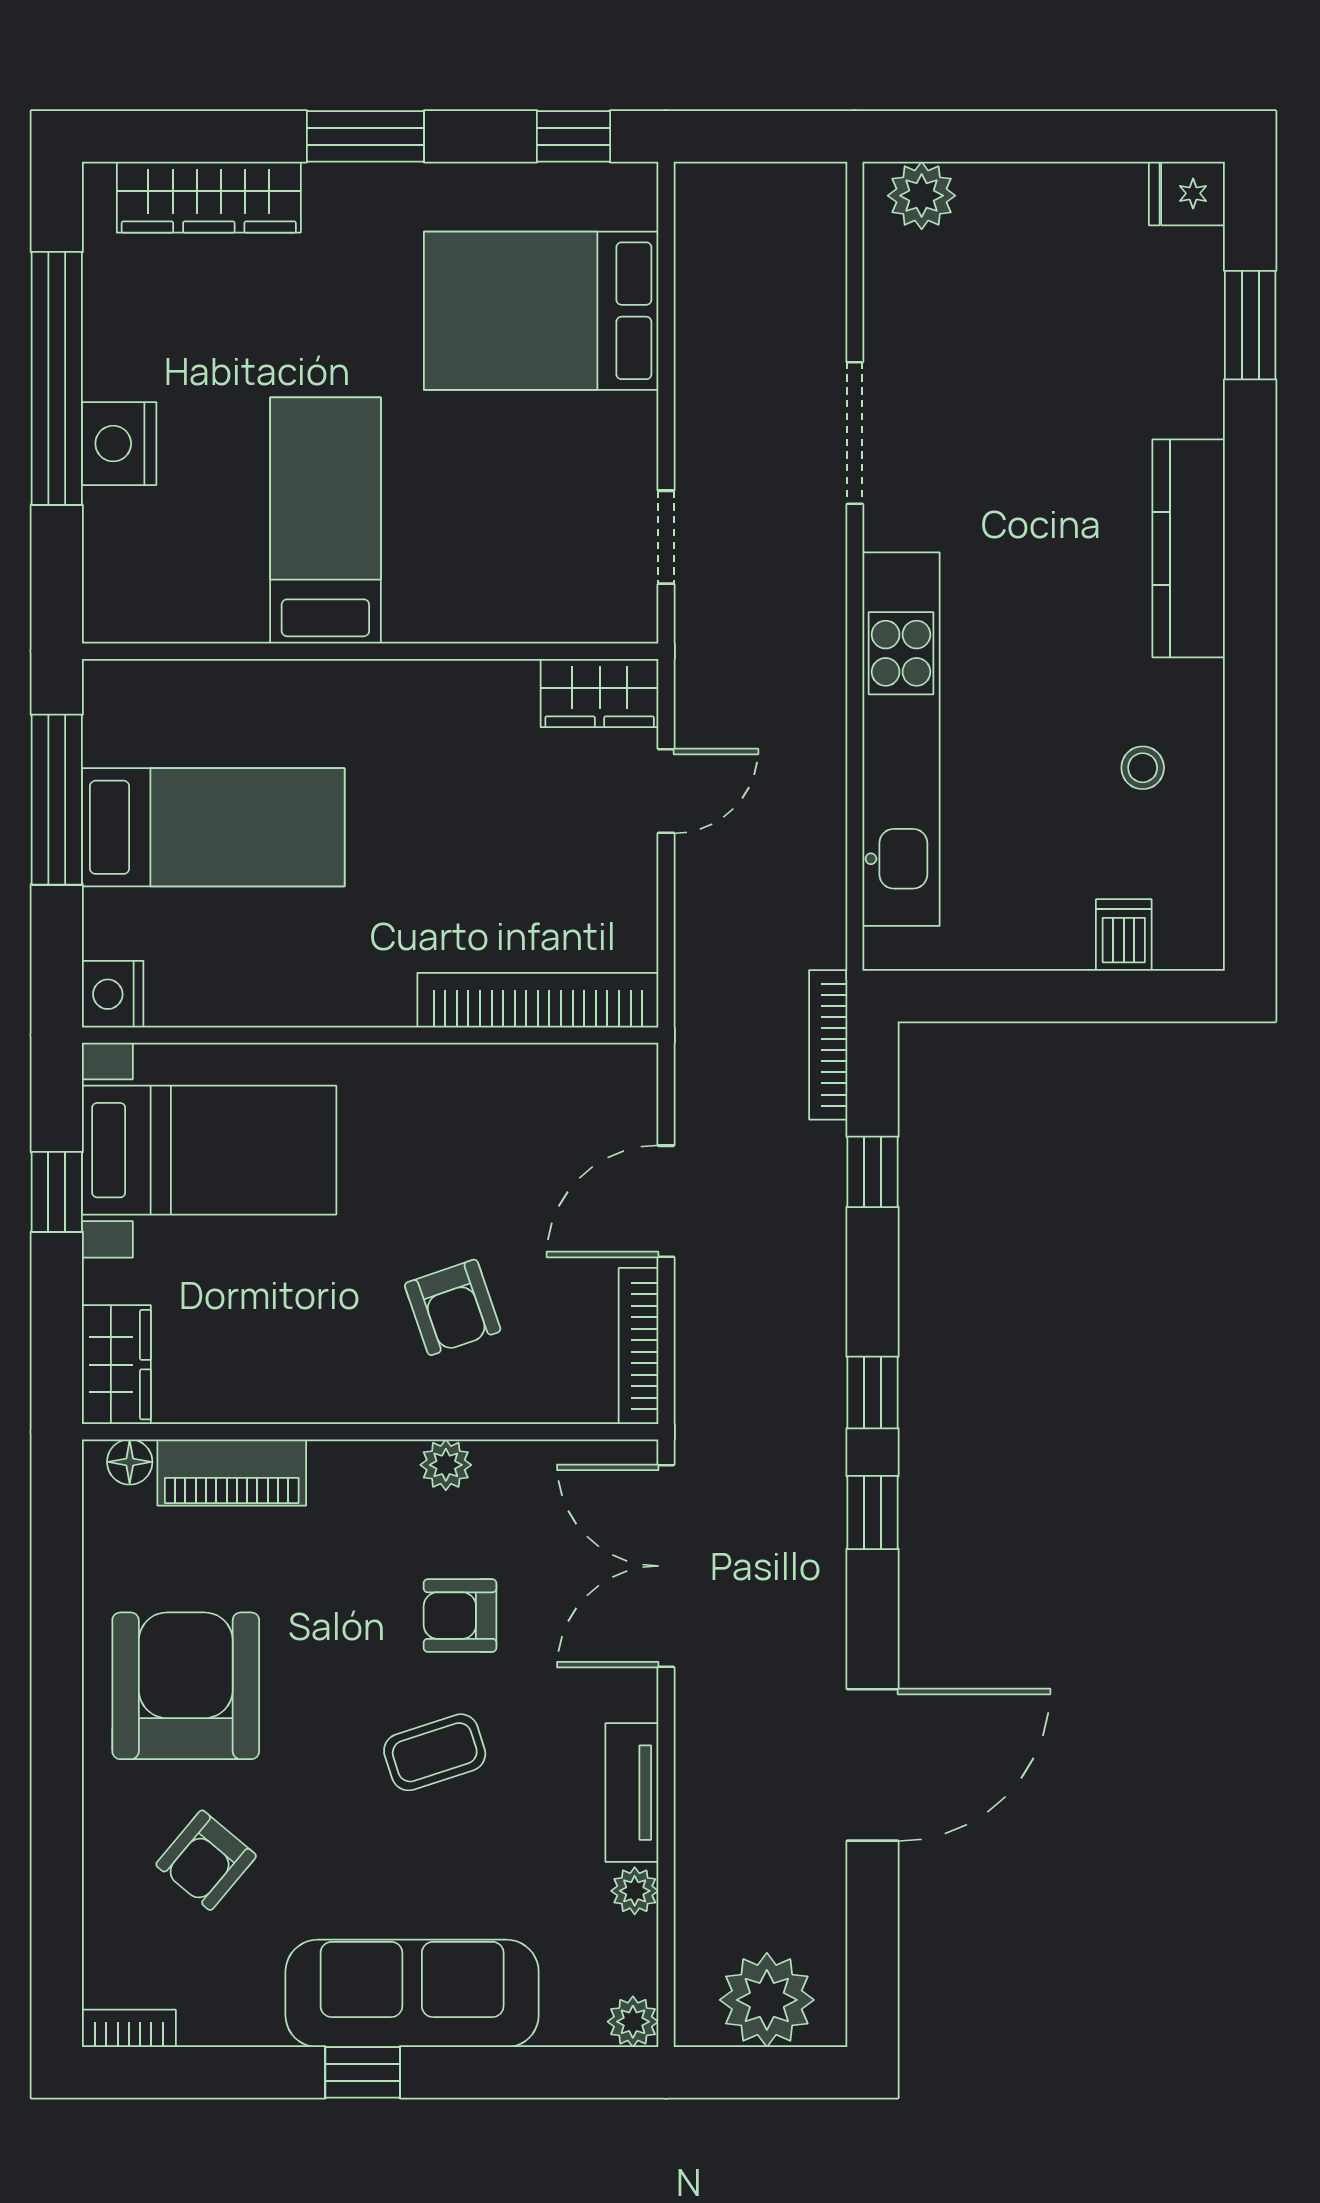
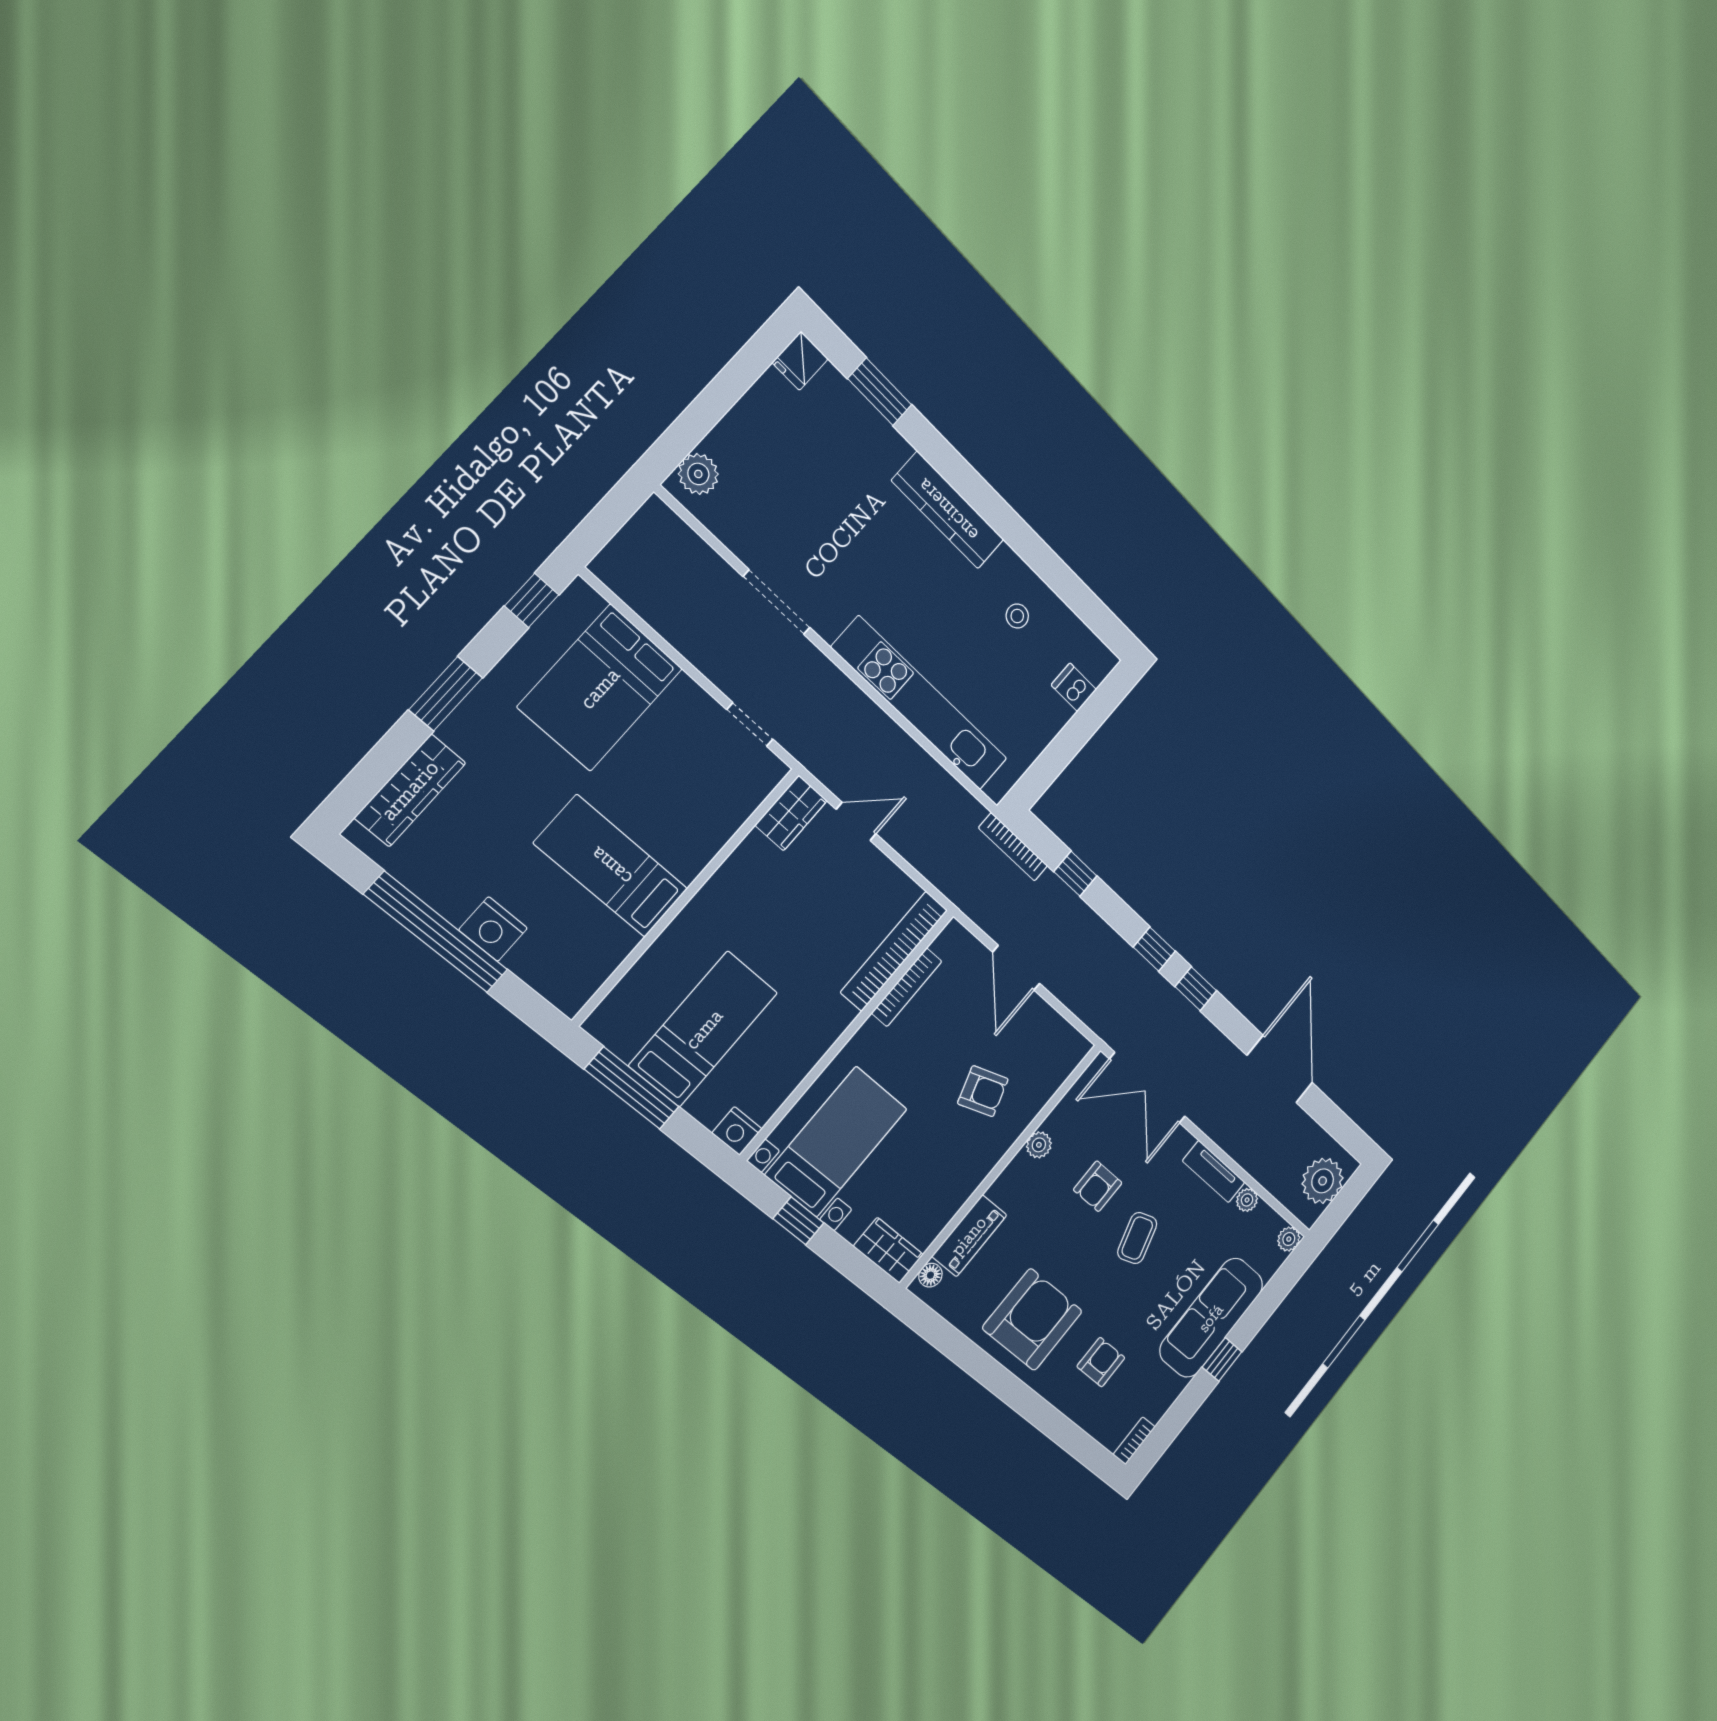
door: (666, 791) -> (856, 822), hinge flipped
bookcase: (638, 1346) -> (907, 987), moved, turned -90
armchair: (186, 1686) -> (1032, 1320), turned 90
armchair: (206, 1860) -> (1101, 1362), turned -130

